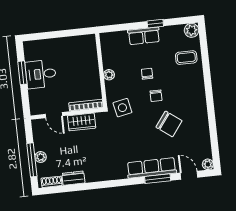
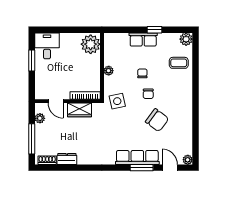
plant: (86, 48) -> (91, 44), added
desk: (41, 74) -> (47, 46), moved, turned 90
plant: (41, 157) -> (40, 118), moved

